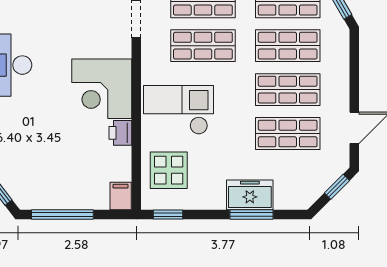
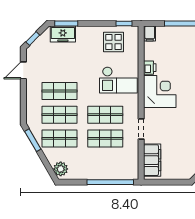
shop shelf: (288, 134) -> (59, 67), removed
display table: (169, 170) -> (114, 42), moved
freezer: (250, 195) -> (63, 34), moved
window: (251, 215) -> (66, 23), moved

